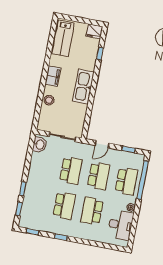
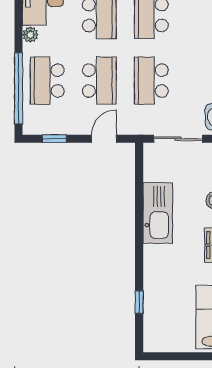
fridge: (94, 31) -> (157, 341), removed
kitchen sink: (83, 87) -> (158, 213), moved
school desk: (99, 176) -> (99, 81), turned 180

